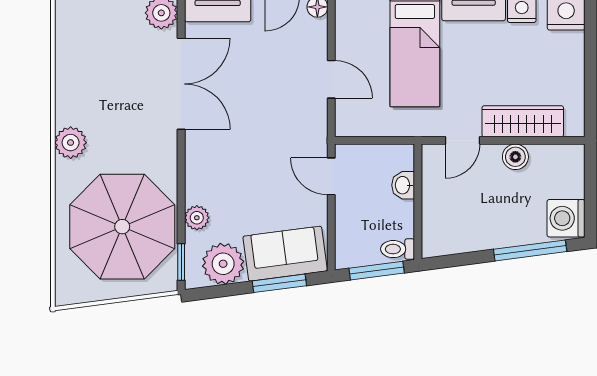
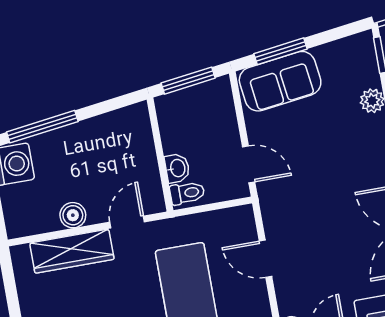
toilet: (398, 249) -> (187, 193), moved
plant: (223, 264) -> (339, 61), removed

